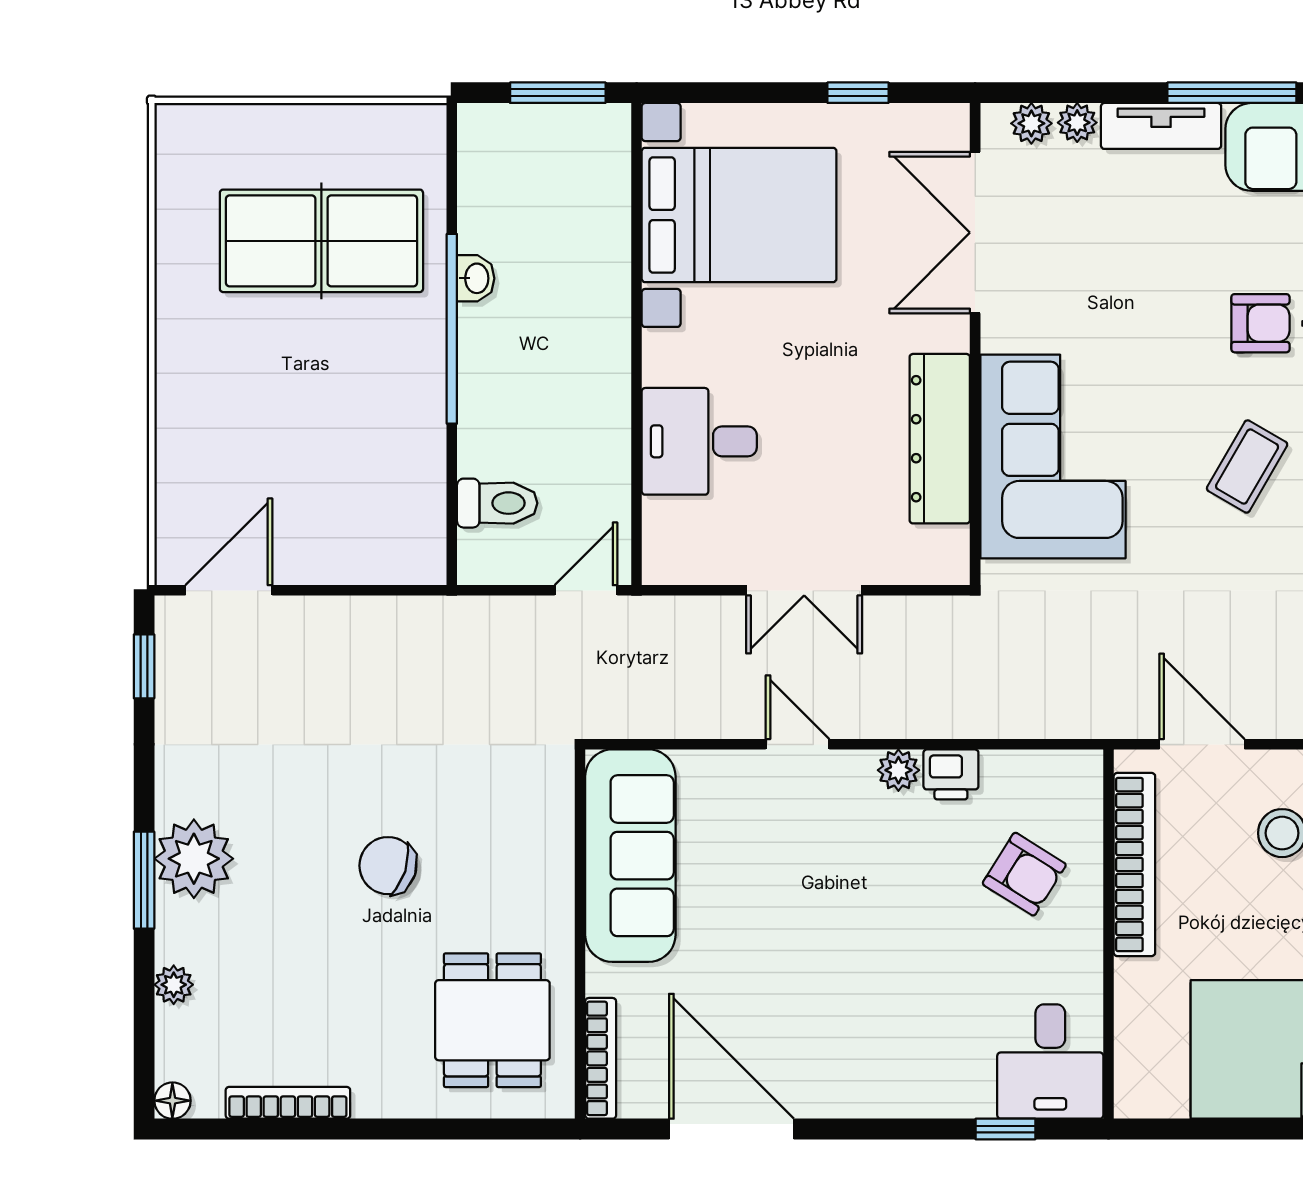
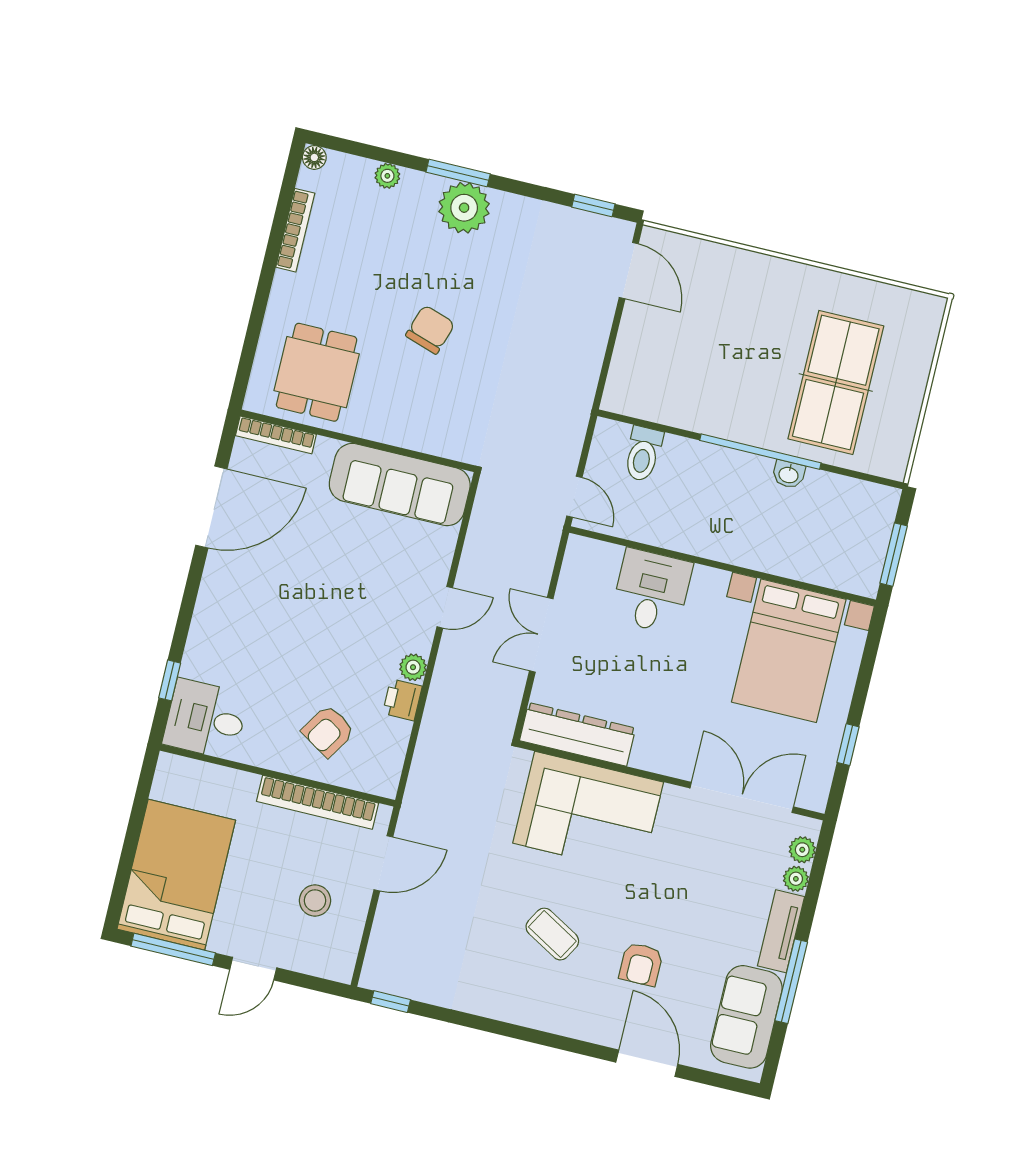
dresser: (940, 439) -> (578, 734), moved
dining table: (492, 1020) -> (317, 372), turned 90

